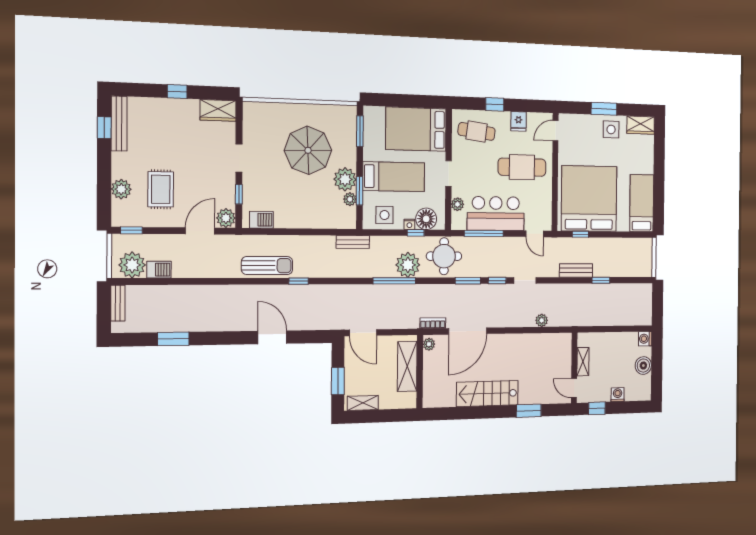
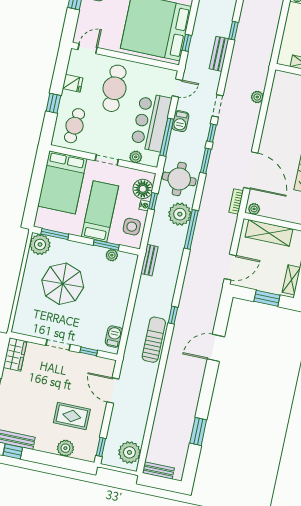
door: (555, 131) -> (88, 49), swing flipped
plant: (345, 179) -> (40, 244), moved
plant: (226, 218) -> (106, 367), removed
barbecue: (159, 270) -> (180, 121), moved, turned 180

